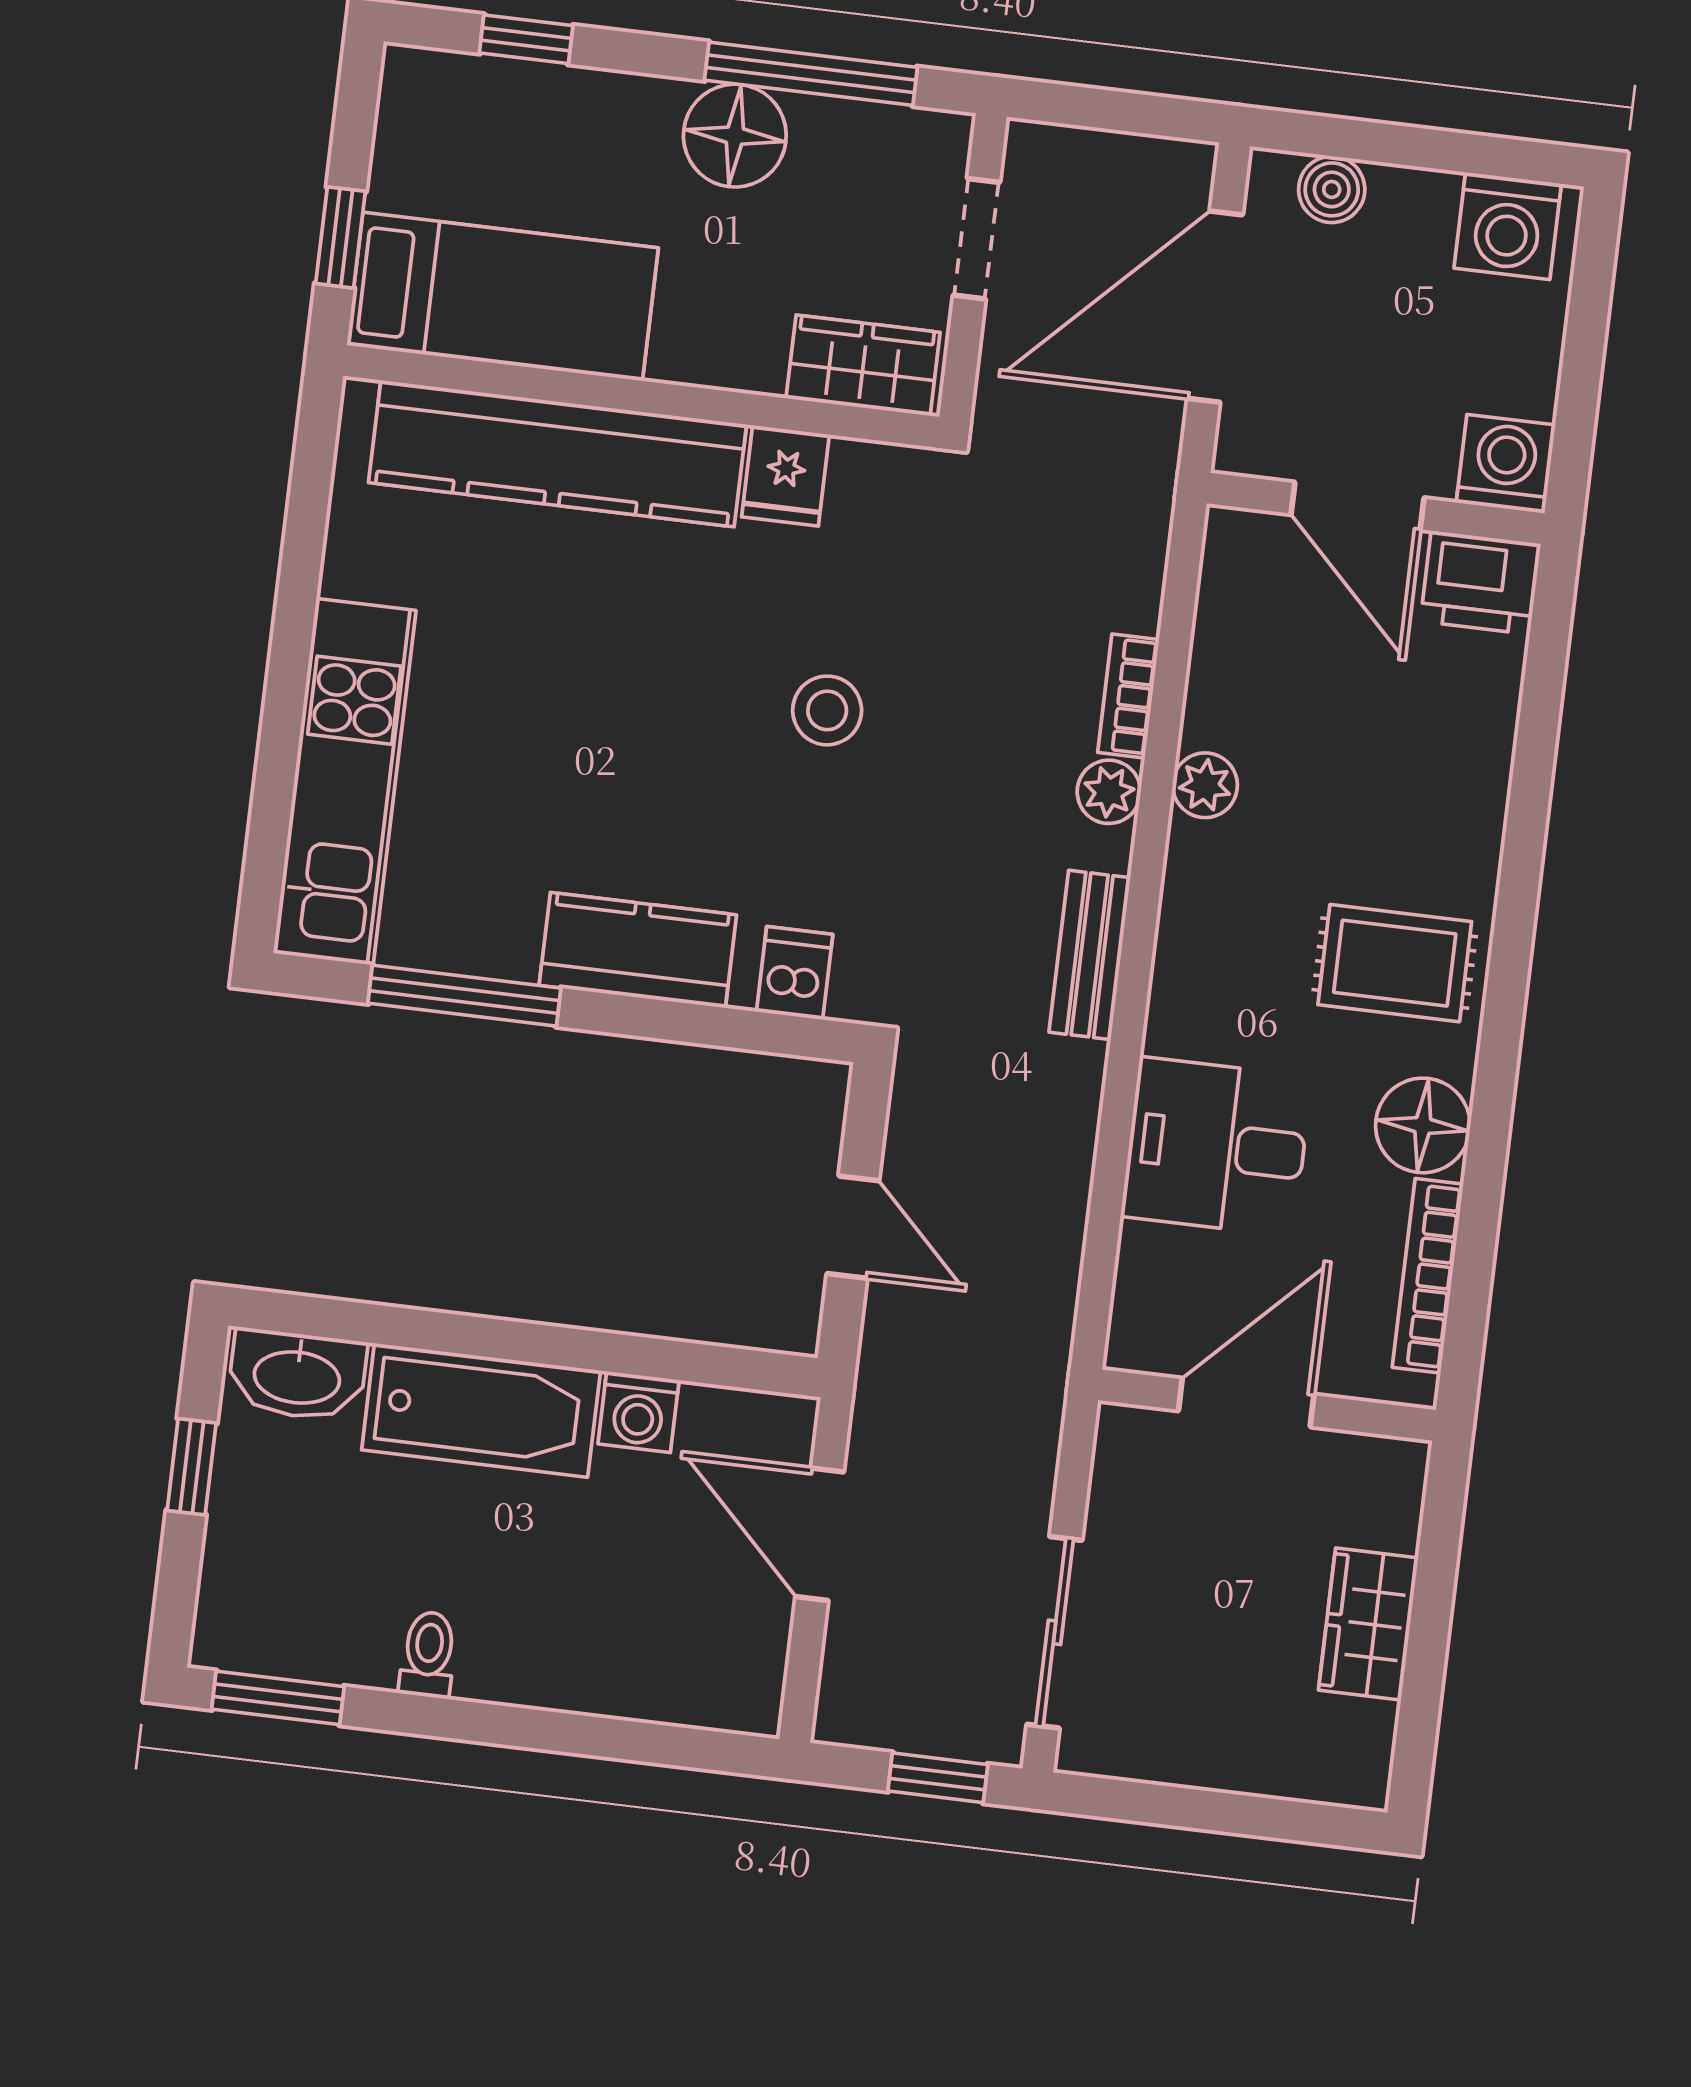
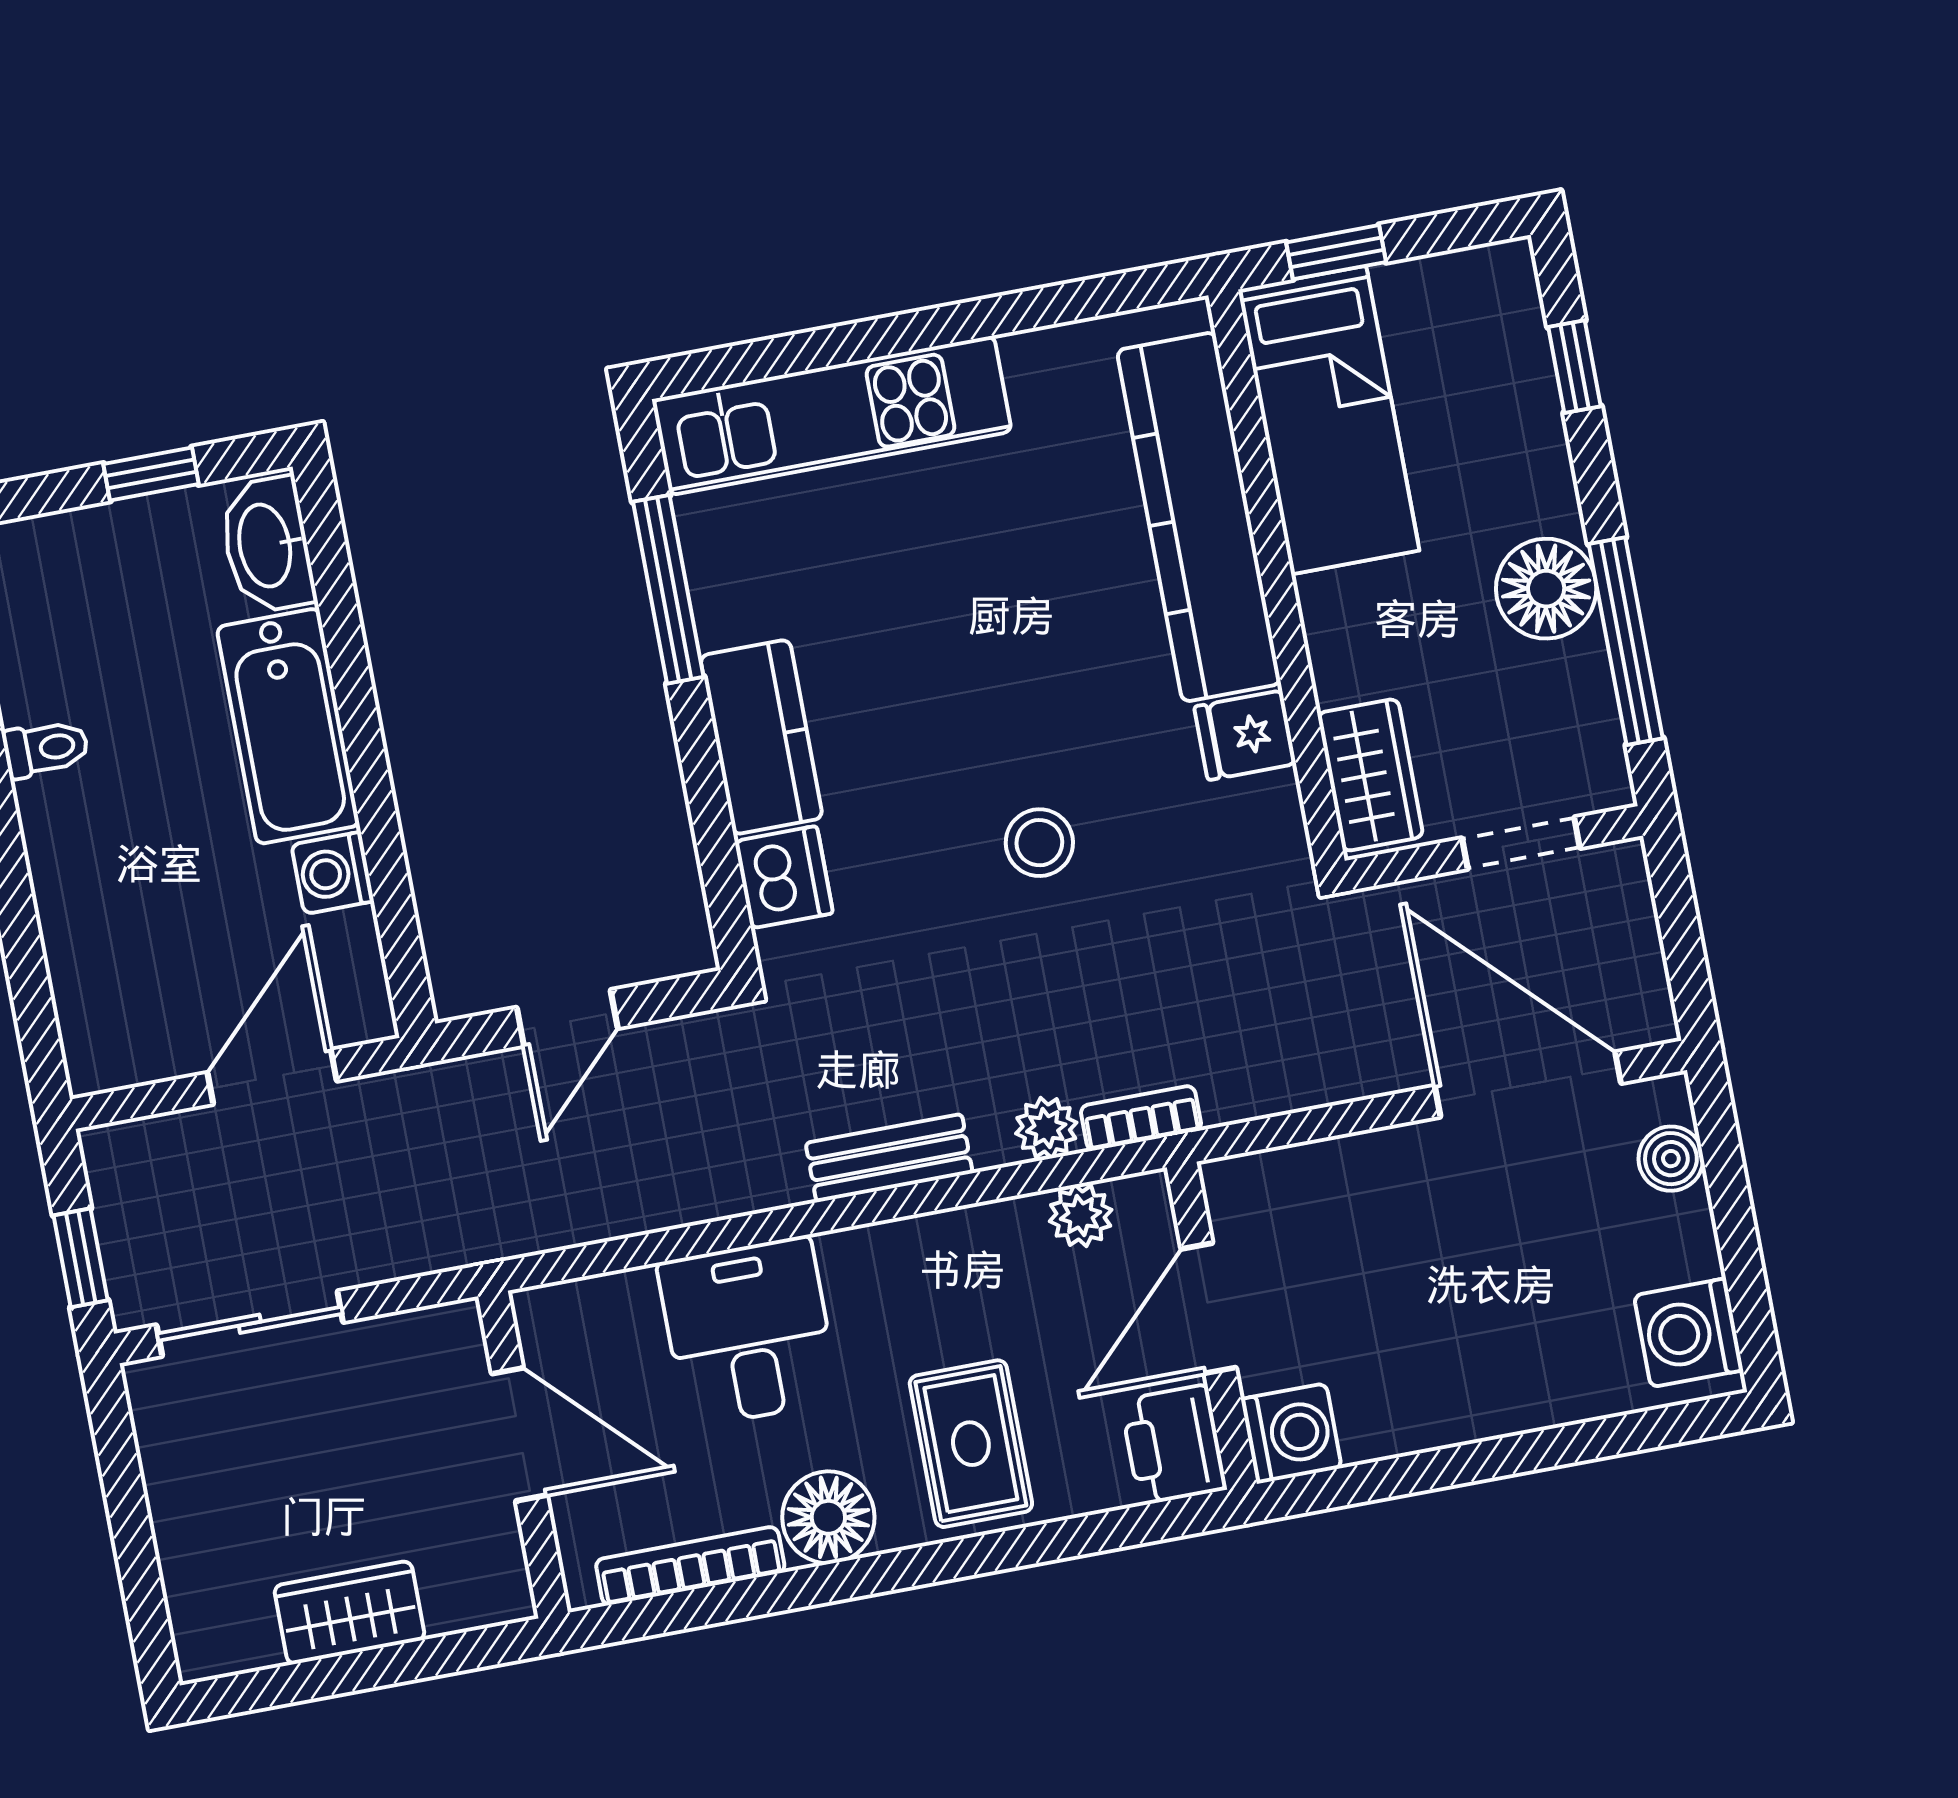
washing machine: (1506, 464) -> (1291, 1433), moved
door: (1358, 506) -> (1209, 1308), moved
wall: (1376, 508) -> (1212, 1326), moved
printer: (1481, 583) -> (1174, 1445), moved
dishwasher: (795, 973) -> (784, 877), width x1.38

